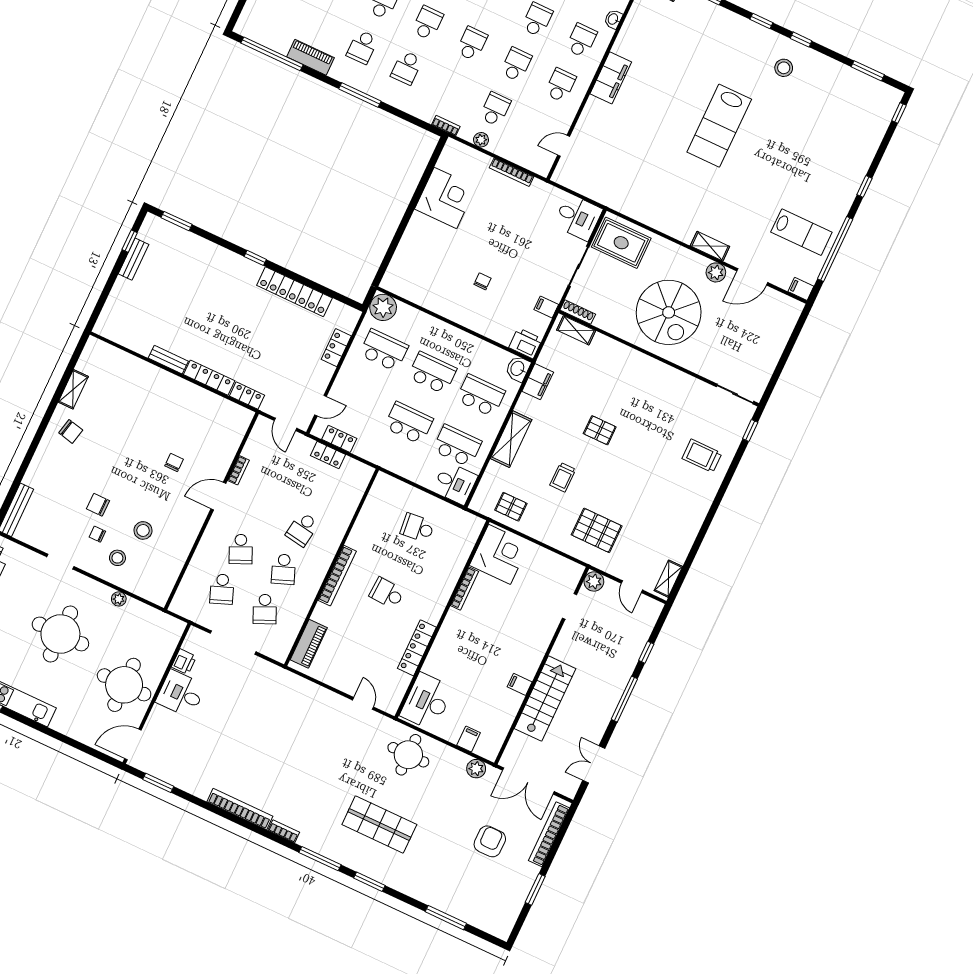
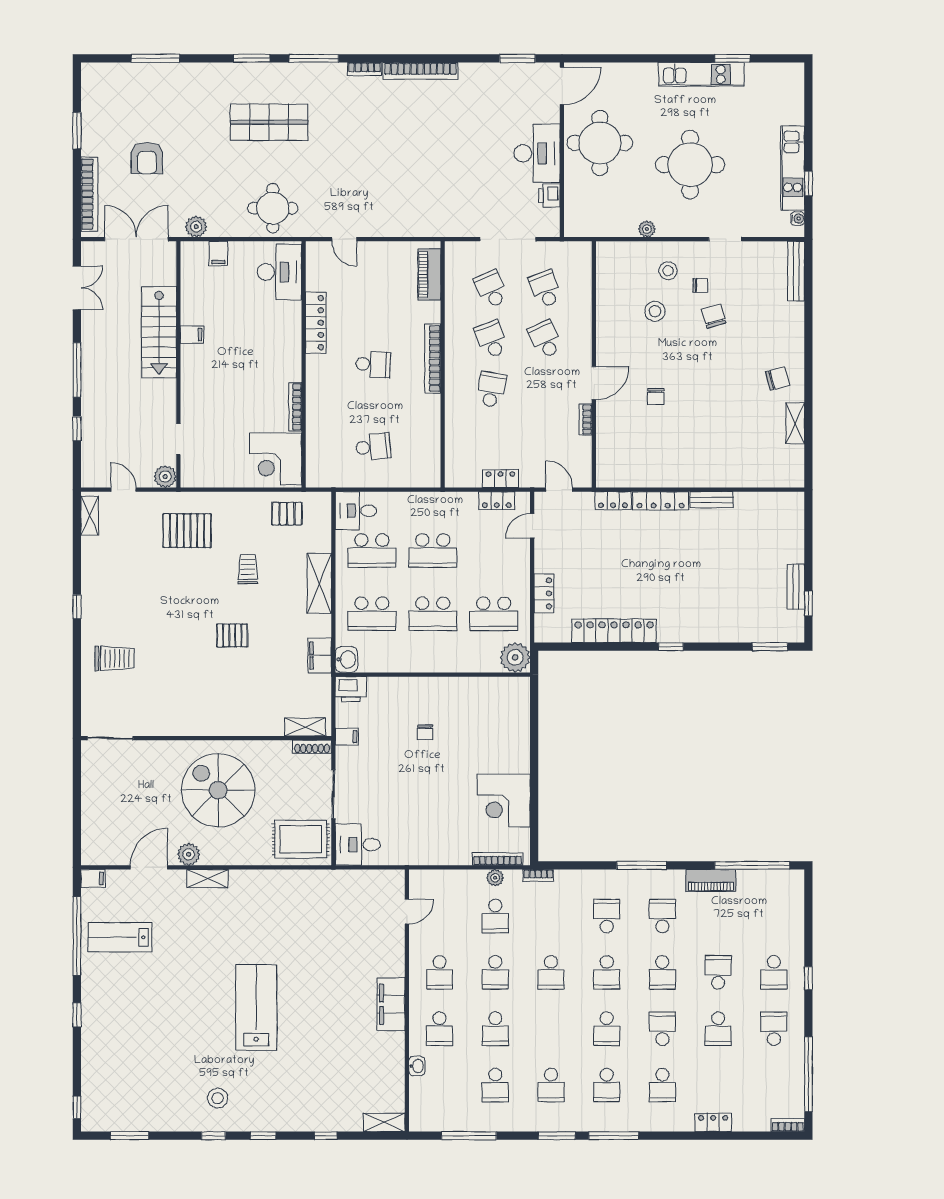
bookcase: (512, 172) -> (498, 859), moved
chair: (71, 431) -> (777, 379), turned 152
window: (750, 431) -> (77, 607), moved
chair: (98, 505) -> (714, 316), turned -106
desk: (181, 694) -> (537, 153), width x1.37

